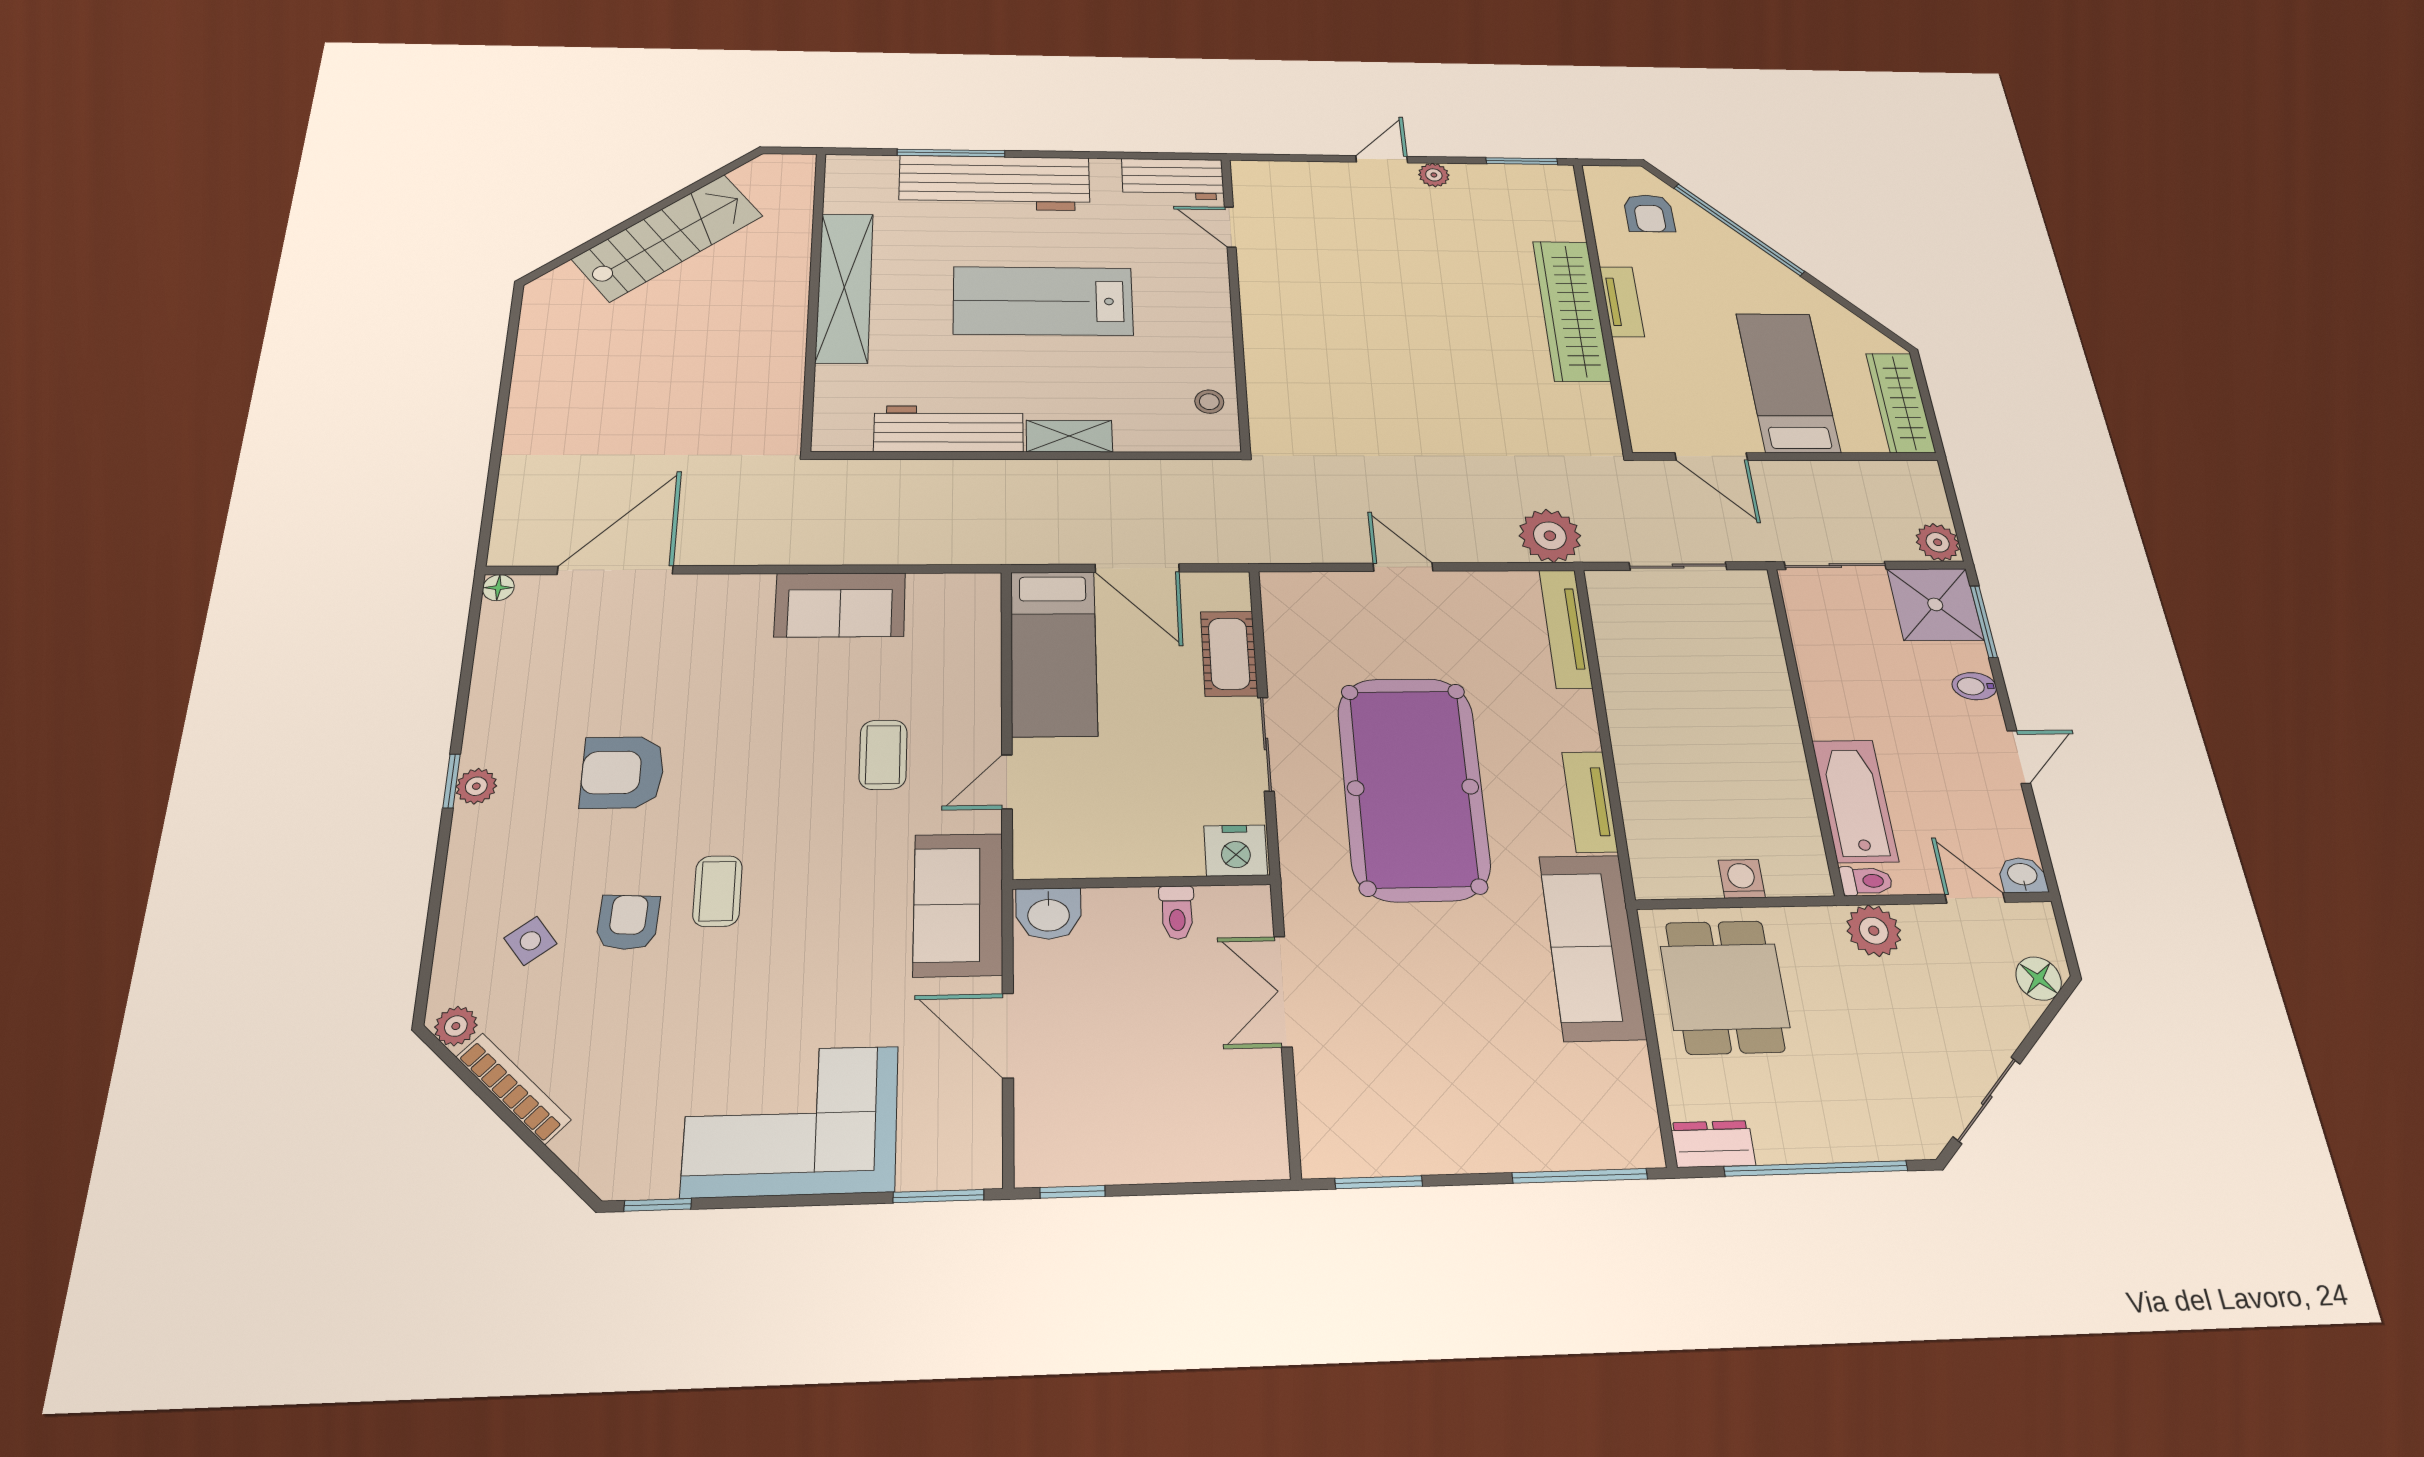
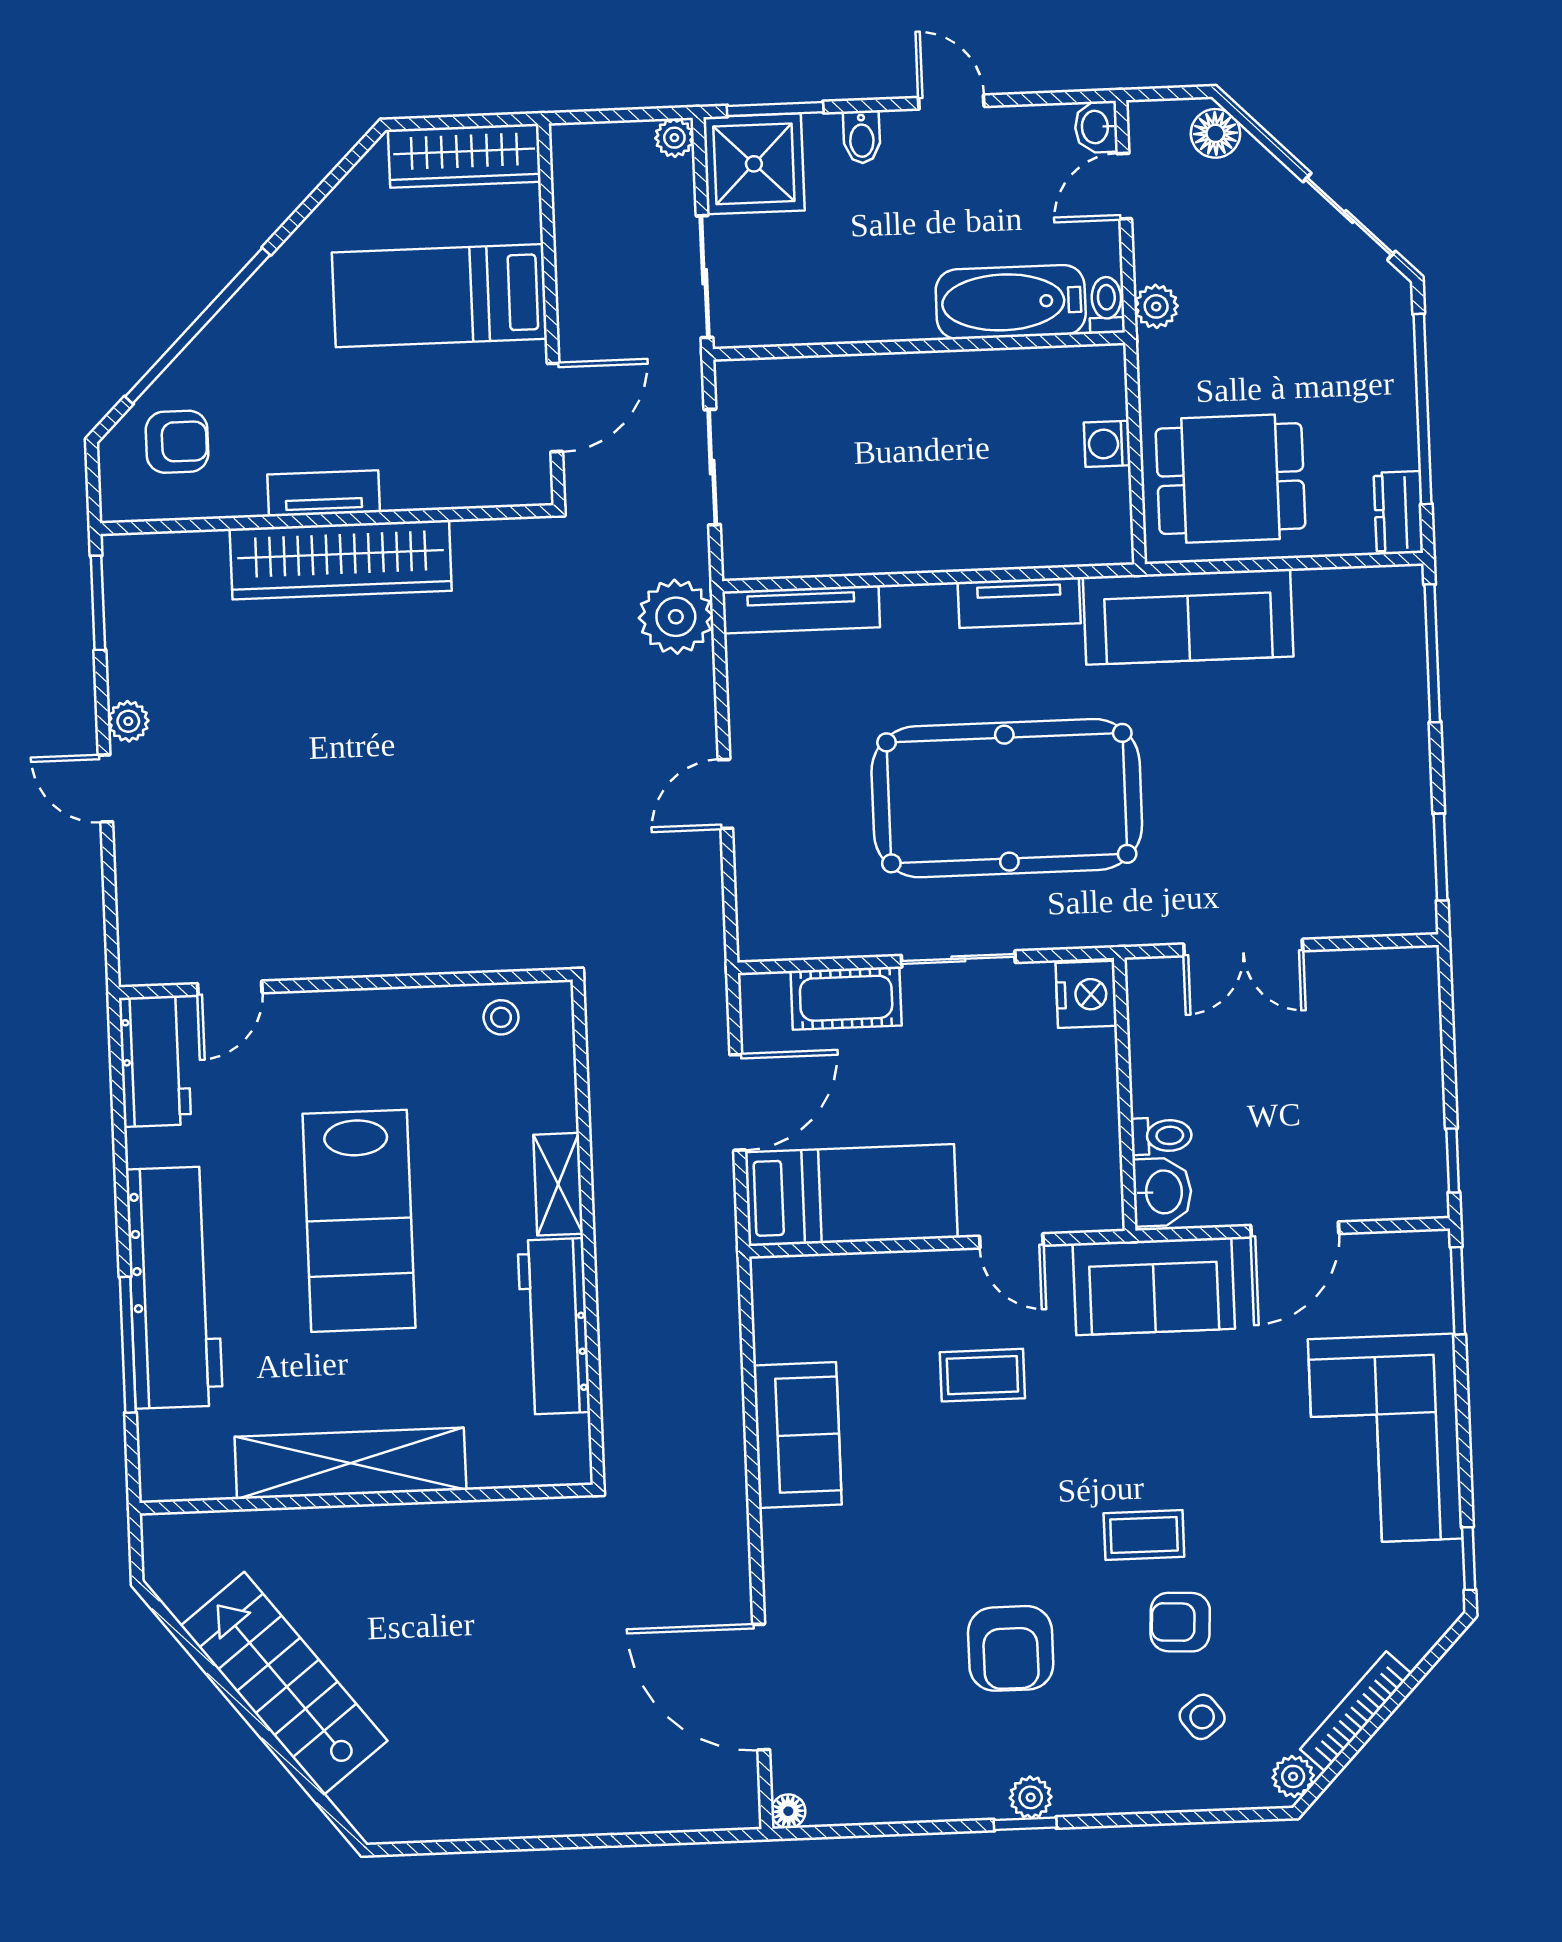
plant: (1938, 542) -> (674, 138), width x0.73, depth x0.73
toilet: (1177, 913) -> (1161, 1136), moved
plant: (1874, 931) -> (1156, 306), width x0.73, depth x0.73

